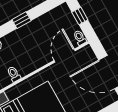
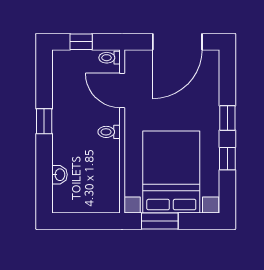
toilet: (14, 74) -> (109, 132), moved

